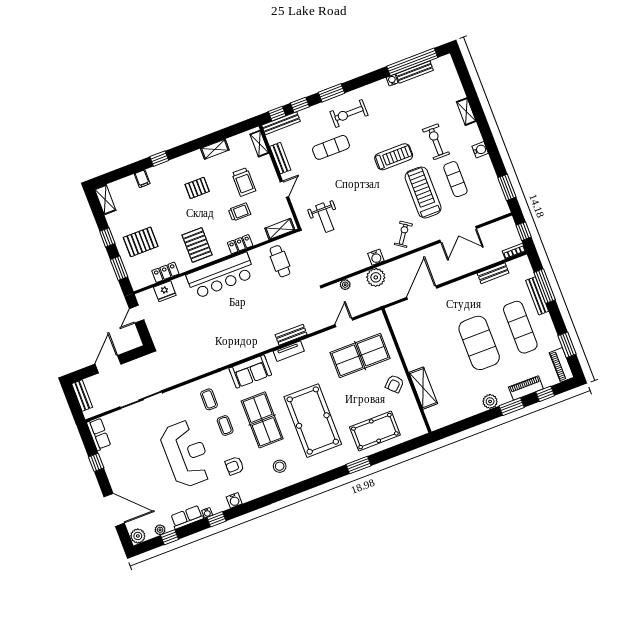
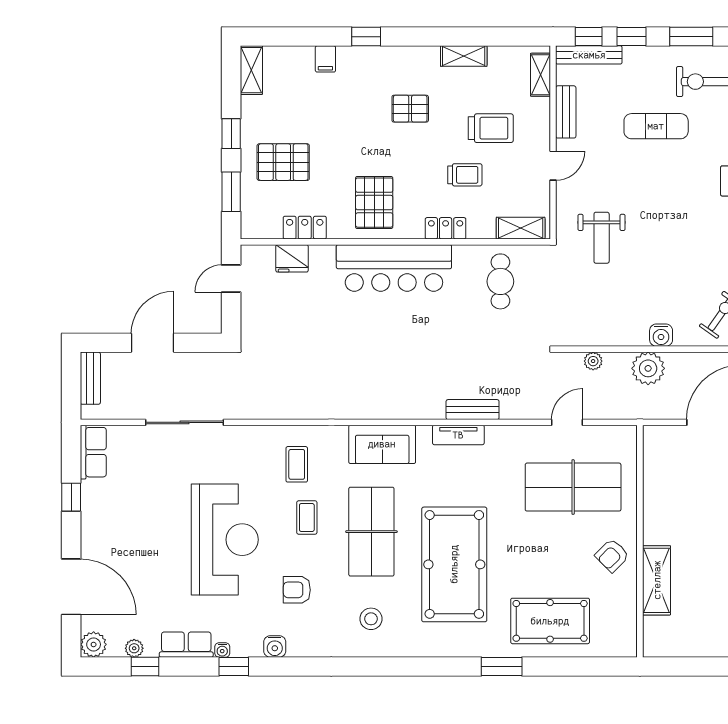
trolley: (244, 182) -> (491, 128), turned -90

